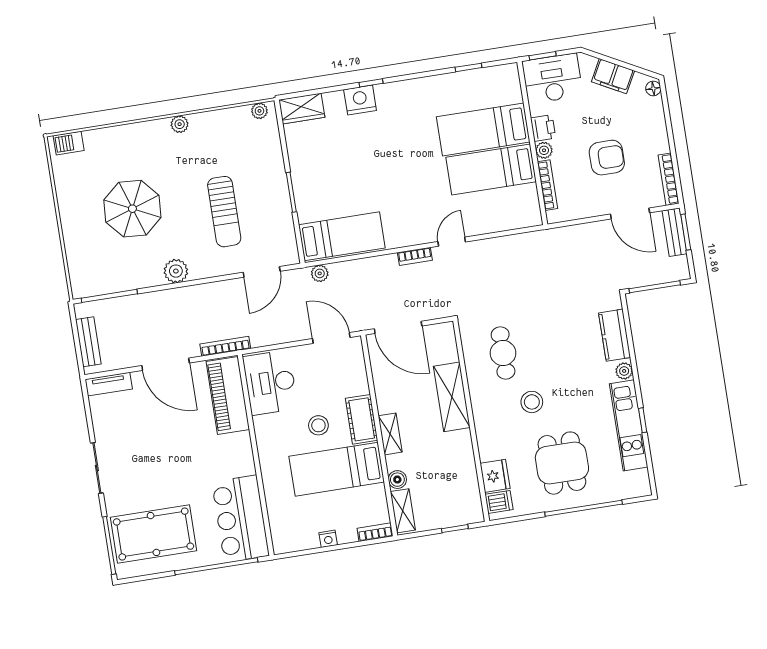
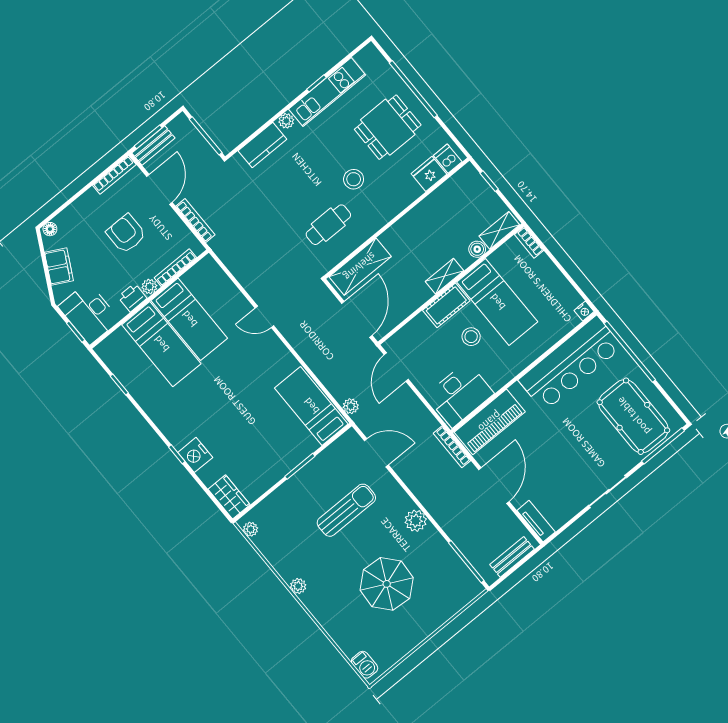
bookcase: (415, 256) -> (195, 220), moved, width x1.56
shelving: (452, 397) -> (360, 267), moved
bar counter: (241, 519) -> (570, 363), width x1.36
nightstand: (328, 539) -> (584, 311), moved, turned 90

